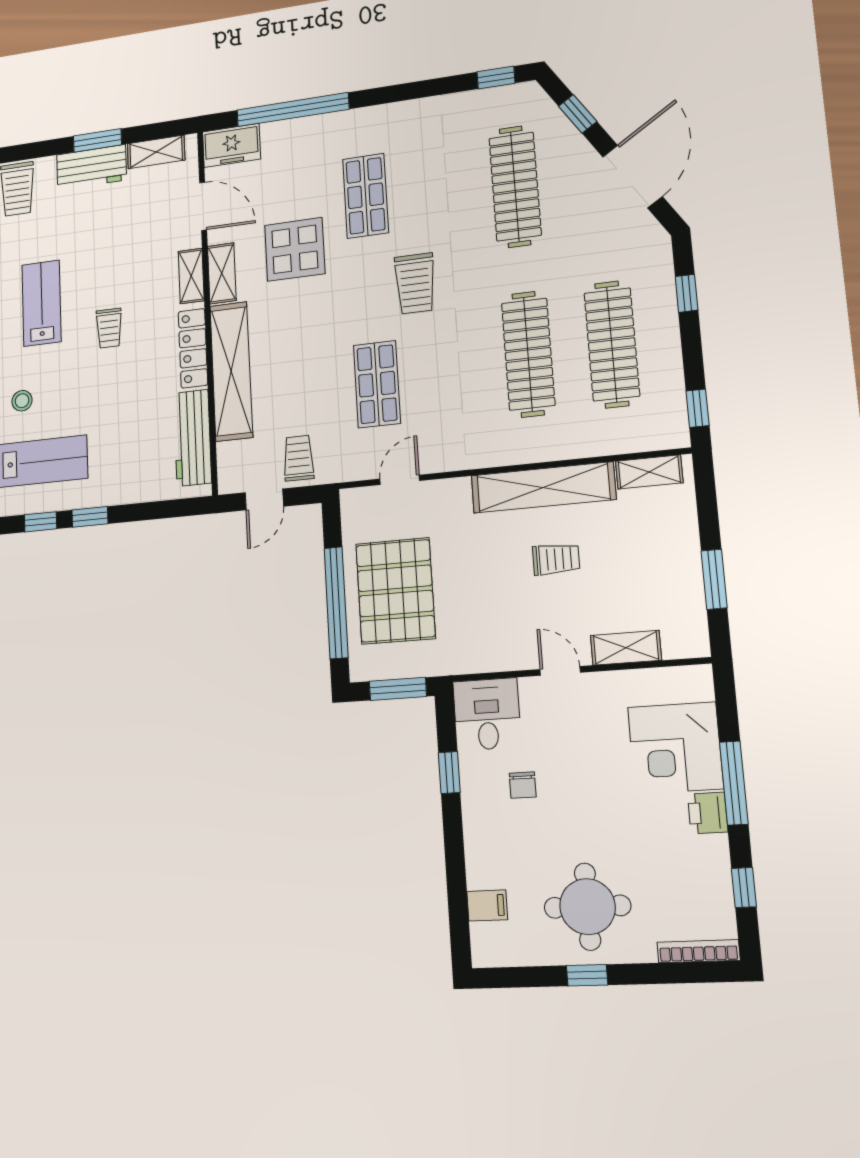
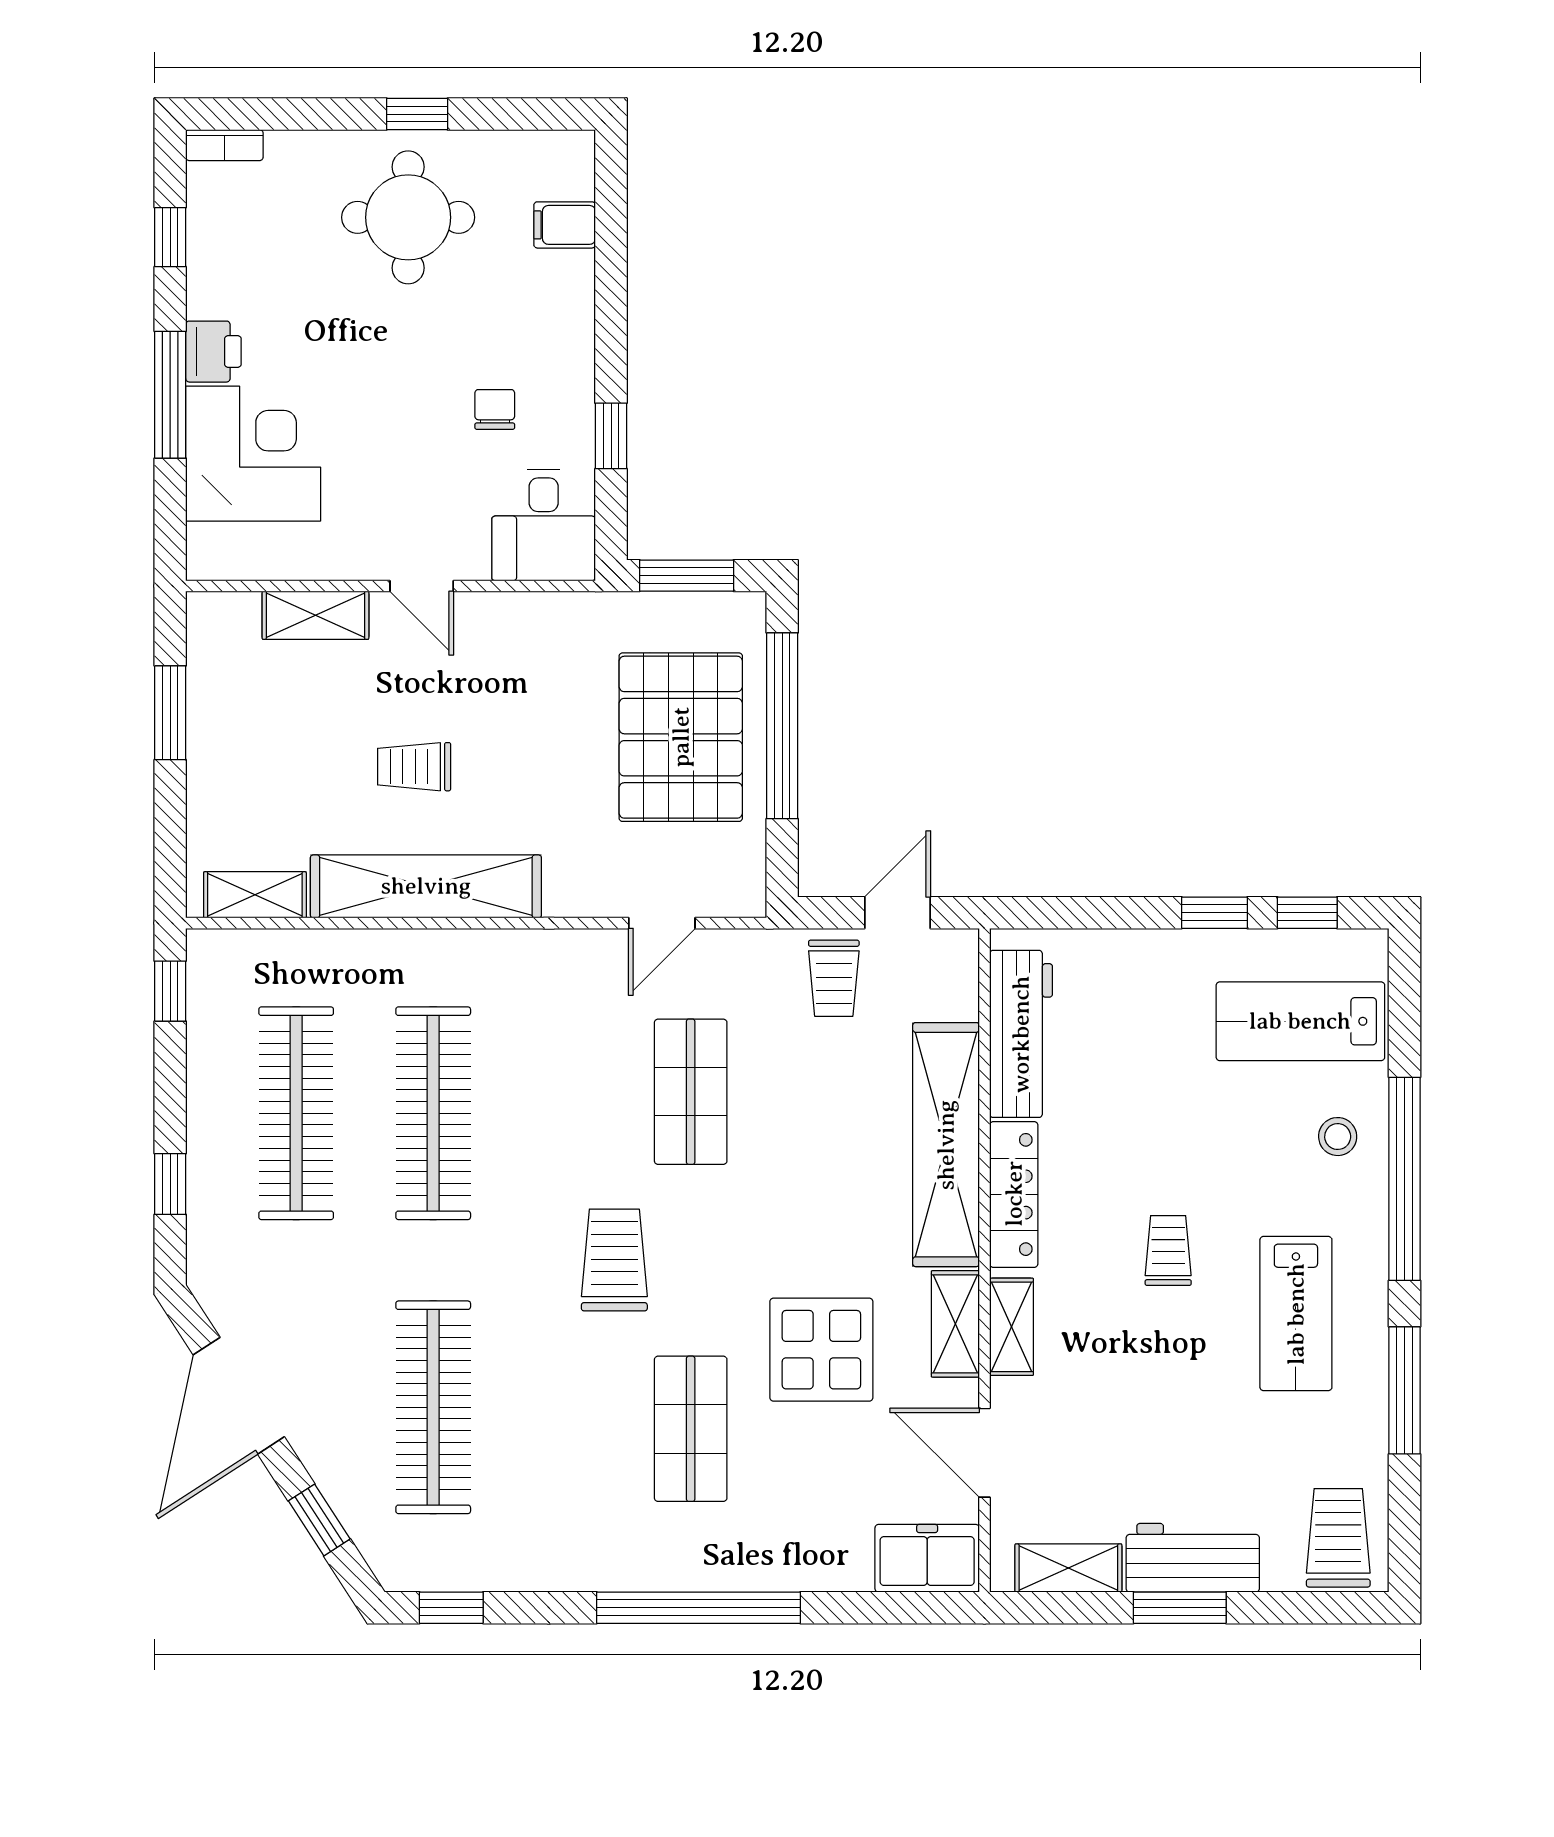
window: (293, 110) -> (698, 1608), moved
bookcase: (698, 951) -> (224, 145), width x0.64

